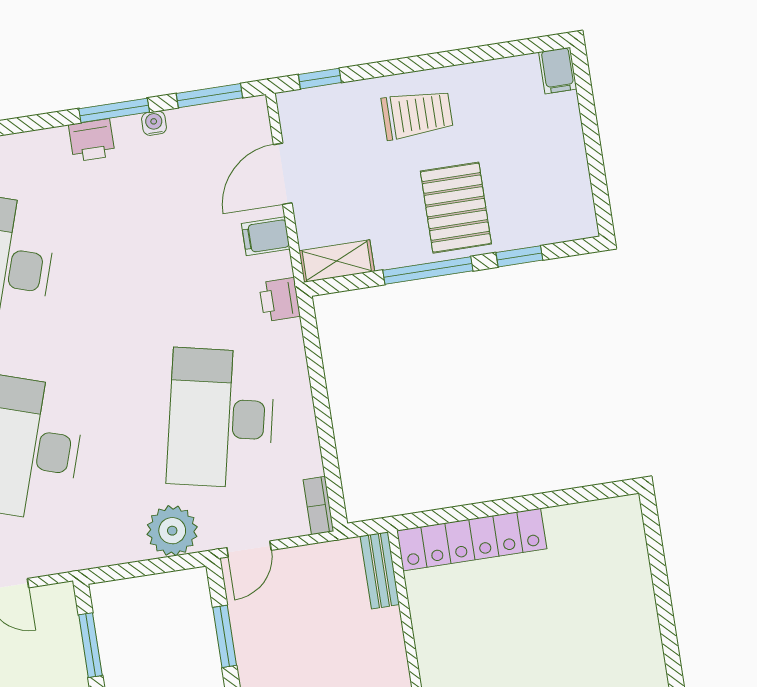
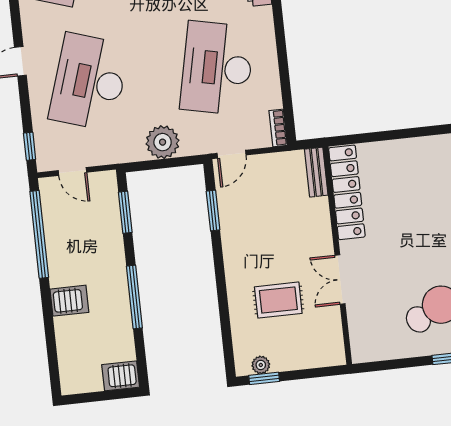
plant: (172, 531) -> (163, 142), moved
locker: (472, 540) -> (347, 192), moved, turned -90

